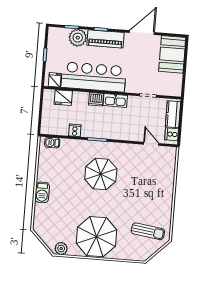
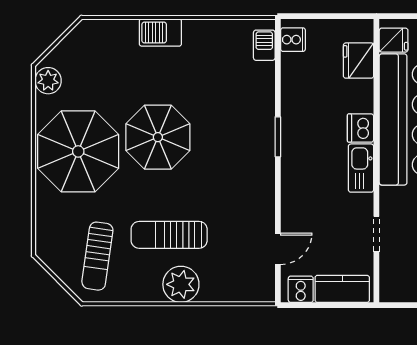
cooker: (75, 130) -> (293, 40), moved
parasol: (101, 174) -> (158, 137), moved
plant: (165, 192) -> (181, 284), added
sun lounger: (140, 196) -> (169, 235), added

